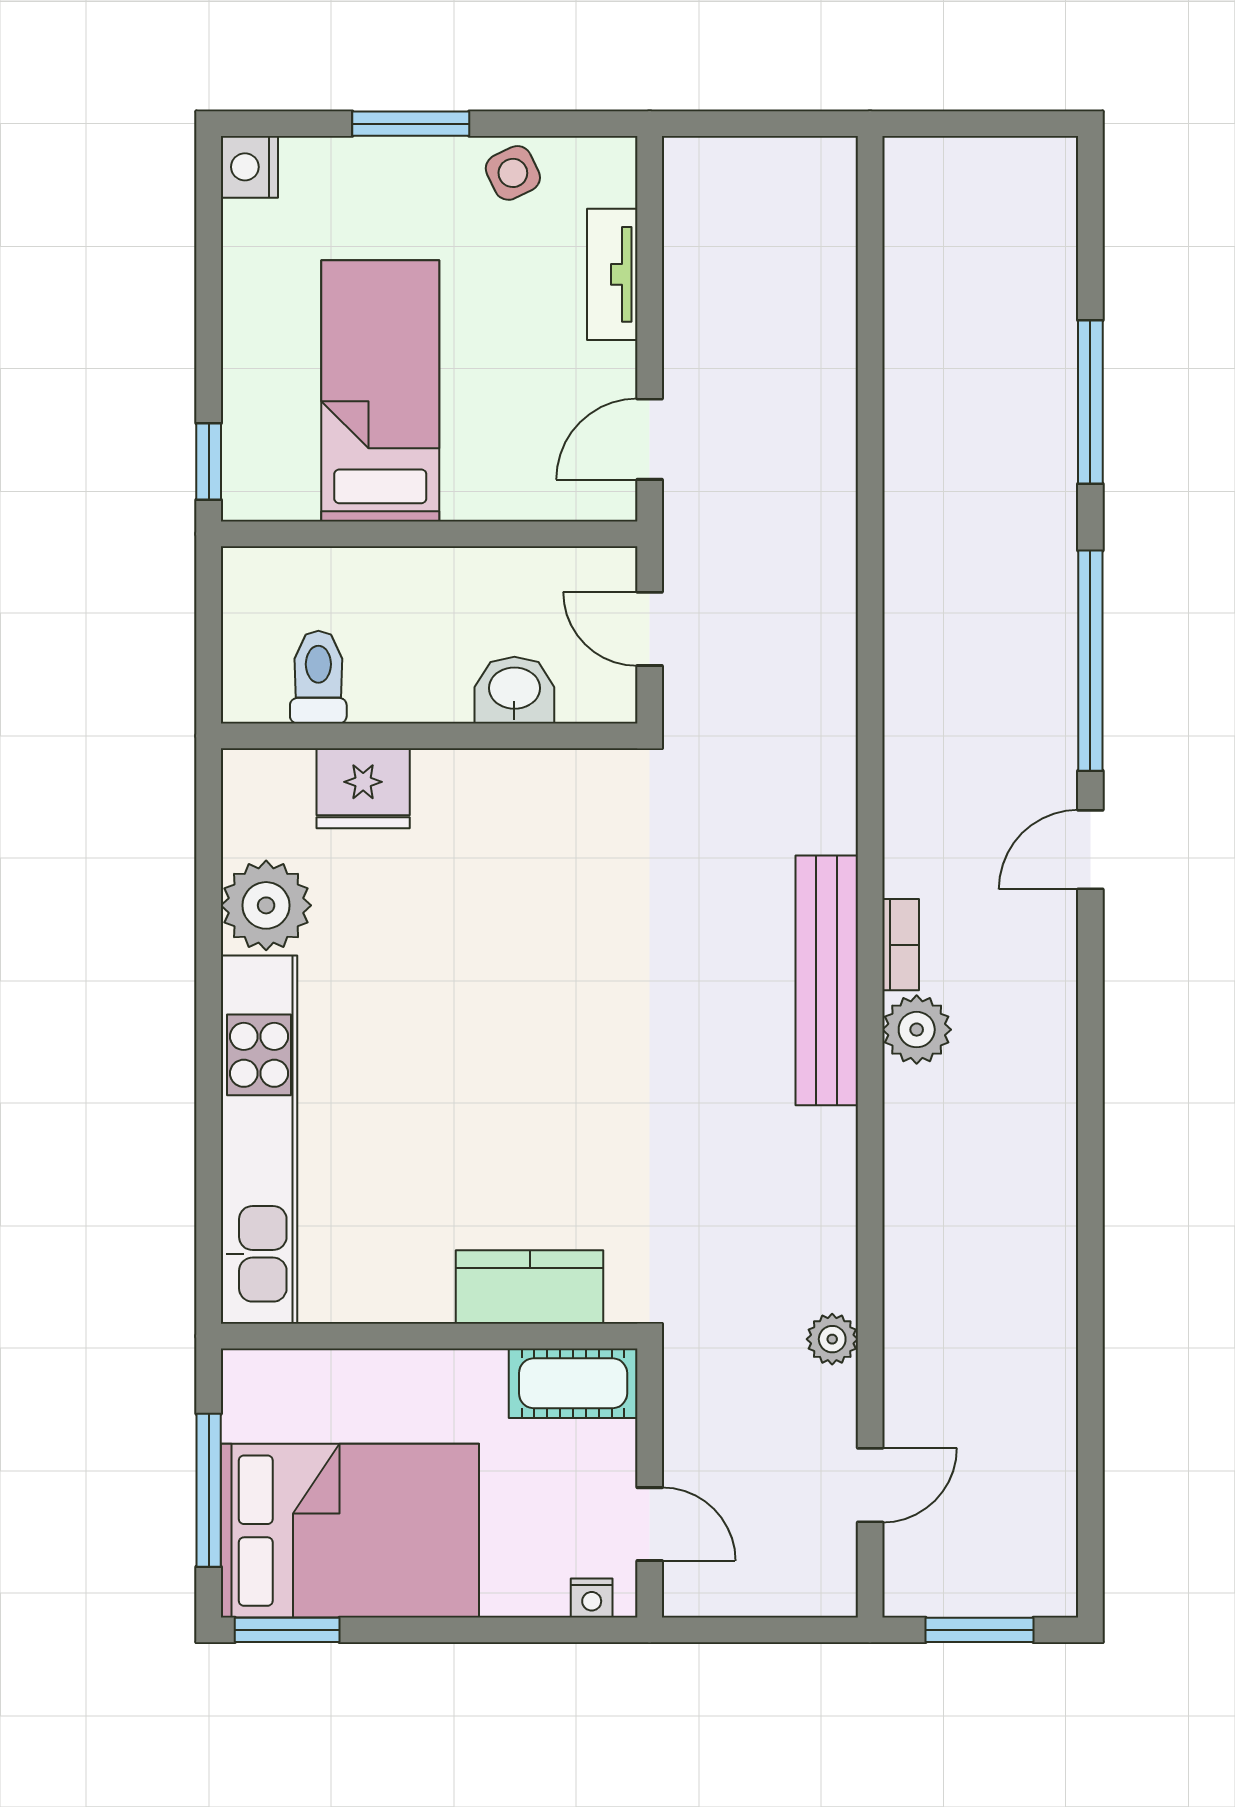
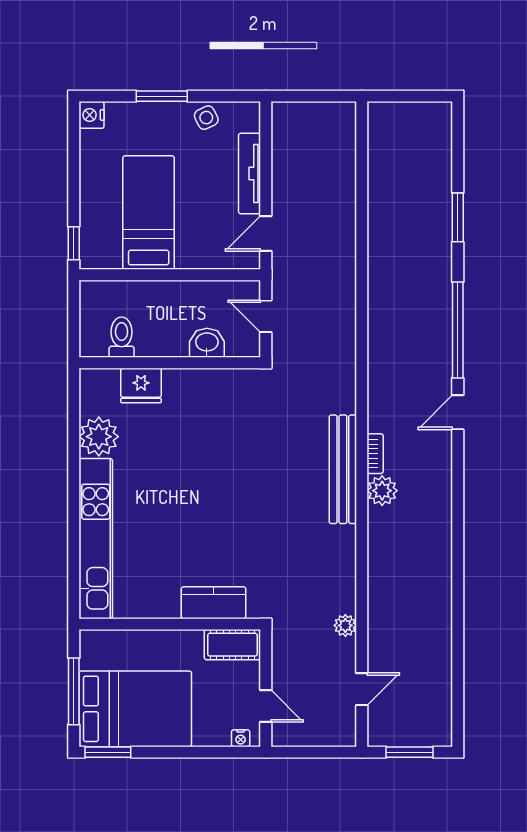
tv unit: (612, 274) -> (249, 174), width x1.41
window: (1090, 402) -> (458, 217), width x0.69

